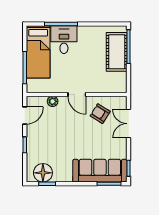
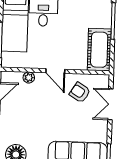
cot: (117, 52) -> (99, 50), moved

